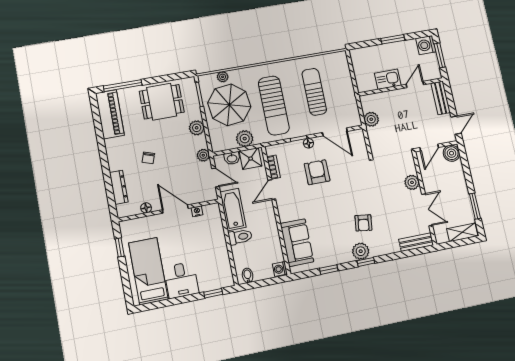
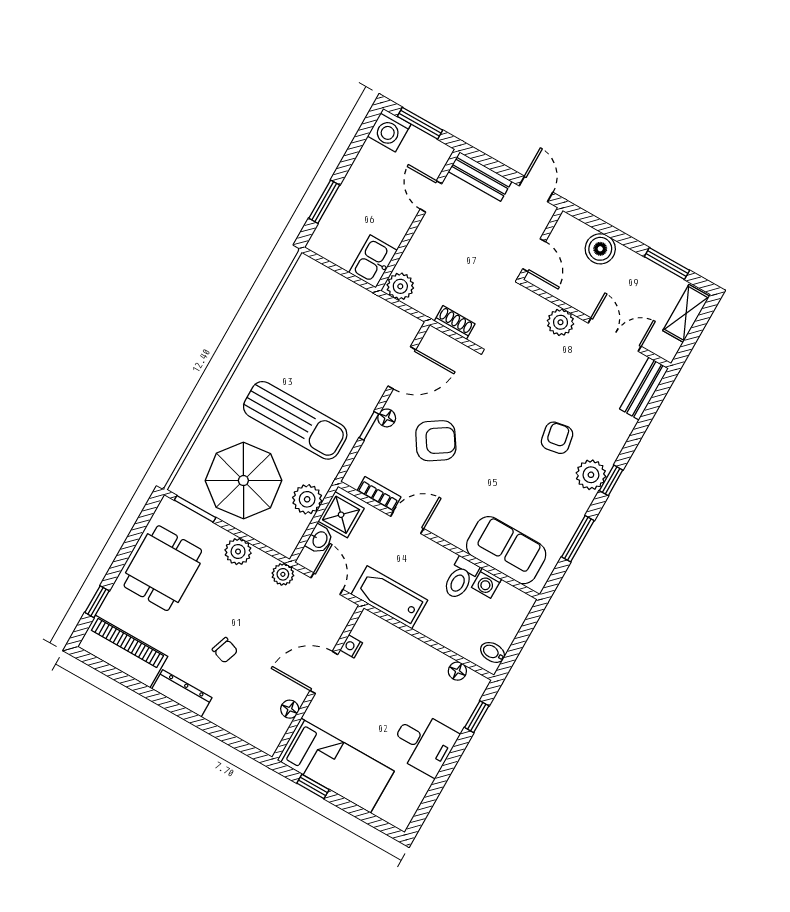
window: (393, 39) -> (324, 202), moved
plant: (223, 77) -> (197, 456), removed
kitchen sink: (388, 79) -> (373, 261), moved
window: (123, 86) -> (97, 602), width x0.46
sun lounger: (314, 92) -> (323, 348), removed
plant: (371, 119) -> (400, 286), moved
shoe rack: (373, 138) -> (455, 322), added
boiler: (451, 153) -> (600, 249), moved
armchair: (317, 172) -> (436, 441), turned 147
door: (216, 178) -> (327, 584), hinge flipped
dresser: (119, 187) -> (182, 693), moved
door: (272, 190) -> (407, 522), swing flipped
armchair: (363, 223) -> (557, 438), turned -108
toilet: (240, 237) -> (460, 578), moved, turned 180
floor lamp: (226, 267) -> (457, 671), added
washing machine: (280, 269) -> (486, 583), moved
window: (329, 270) -> (578, 539), width x1.50
bed: (148, 271) -> (336, 766), moved, turned 180

